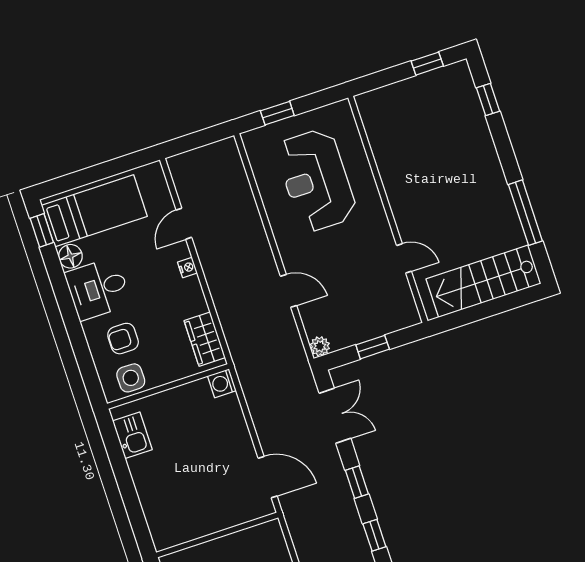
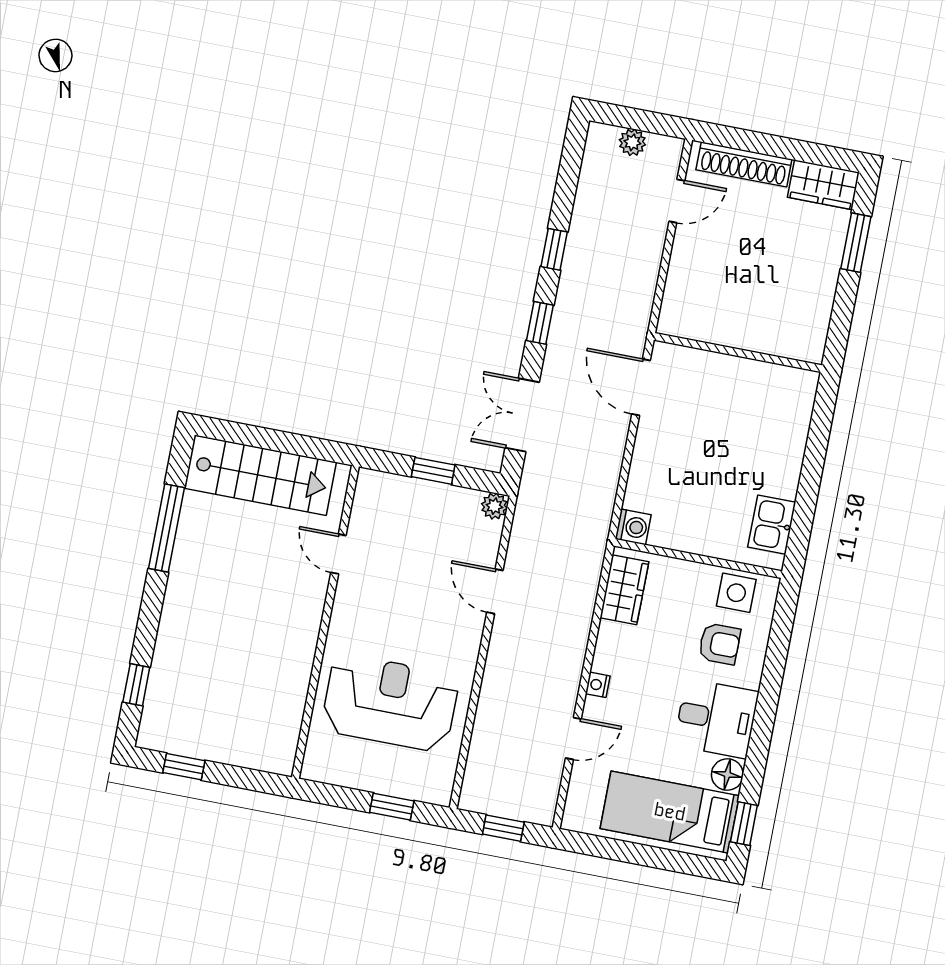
window: (197, 140) -> (503, 828), added
reception desk: (316, 180) -> (390, 703), turned -90

